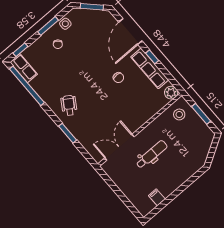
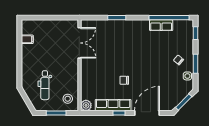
door: (130, 32) -> (147, 113), hinge flipped
row of seats: (24, 68) -> (161, 25), moved
wheelchair: (69, 105) -> (134, 34), removed
dental chair: (152, 154) -> (45, 85), moved

